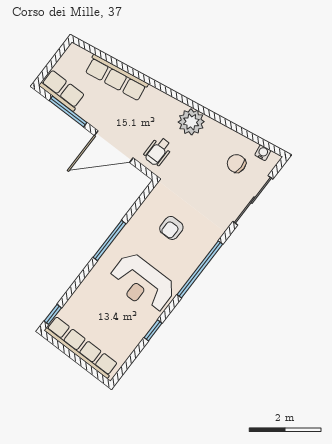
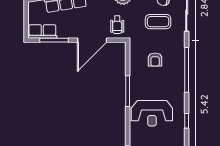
coffee table: (210, 185) -> (158, 22), added
reception desk: (142, 283) -> (152, 113), moved

